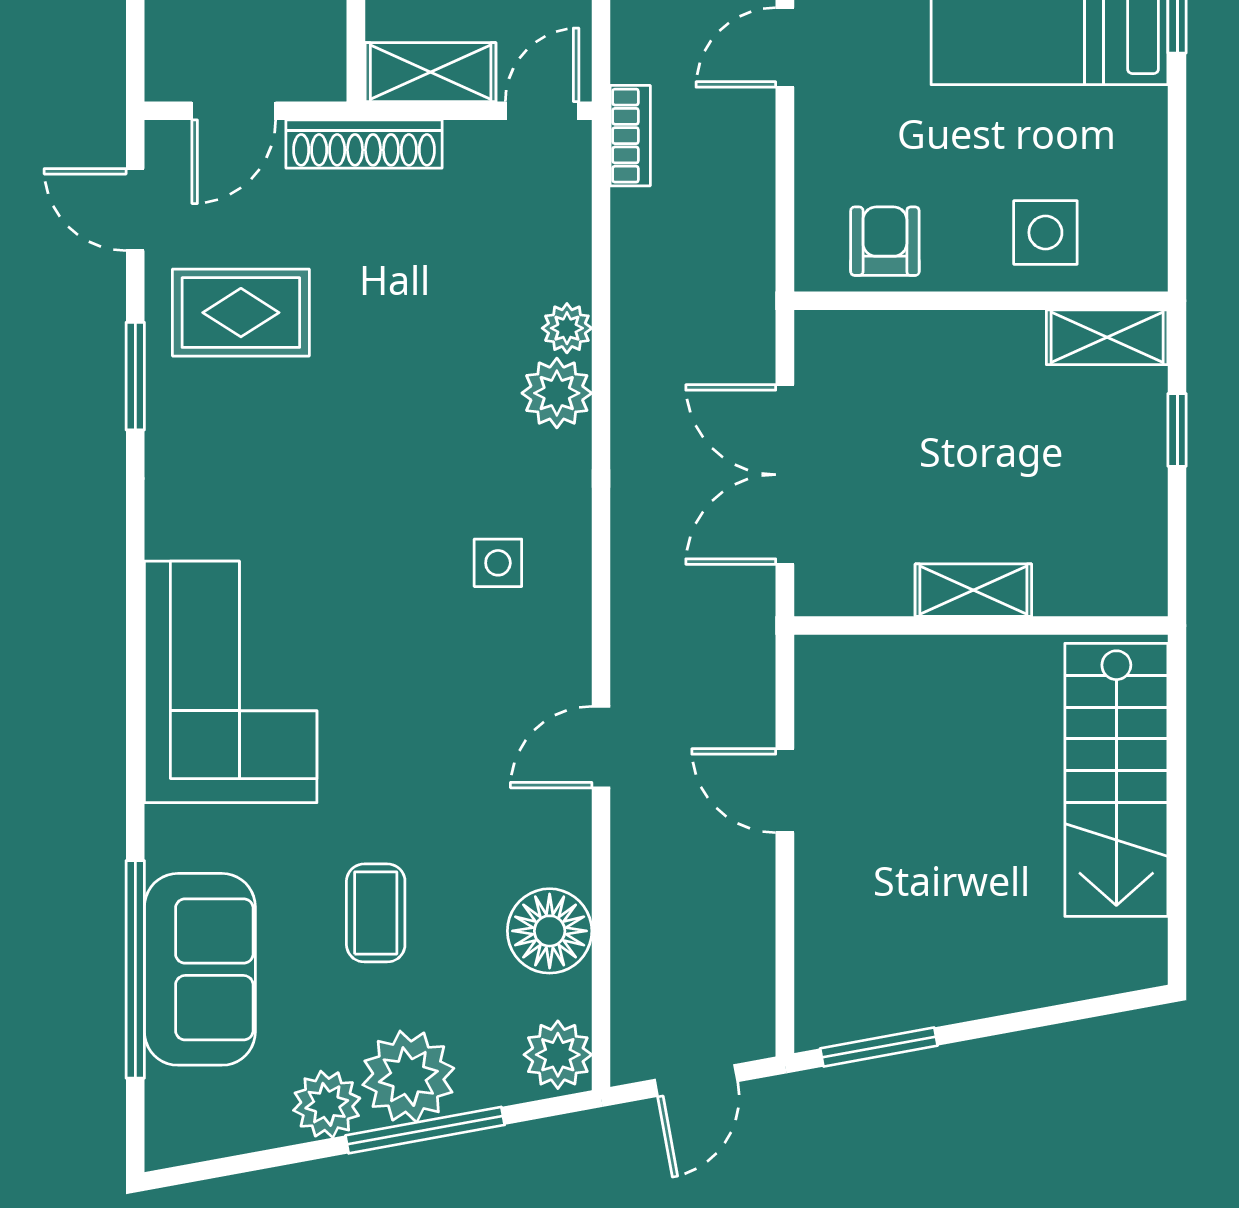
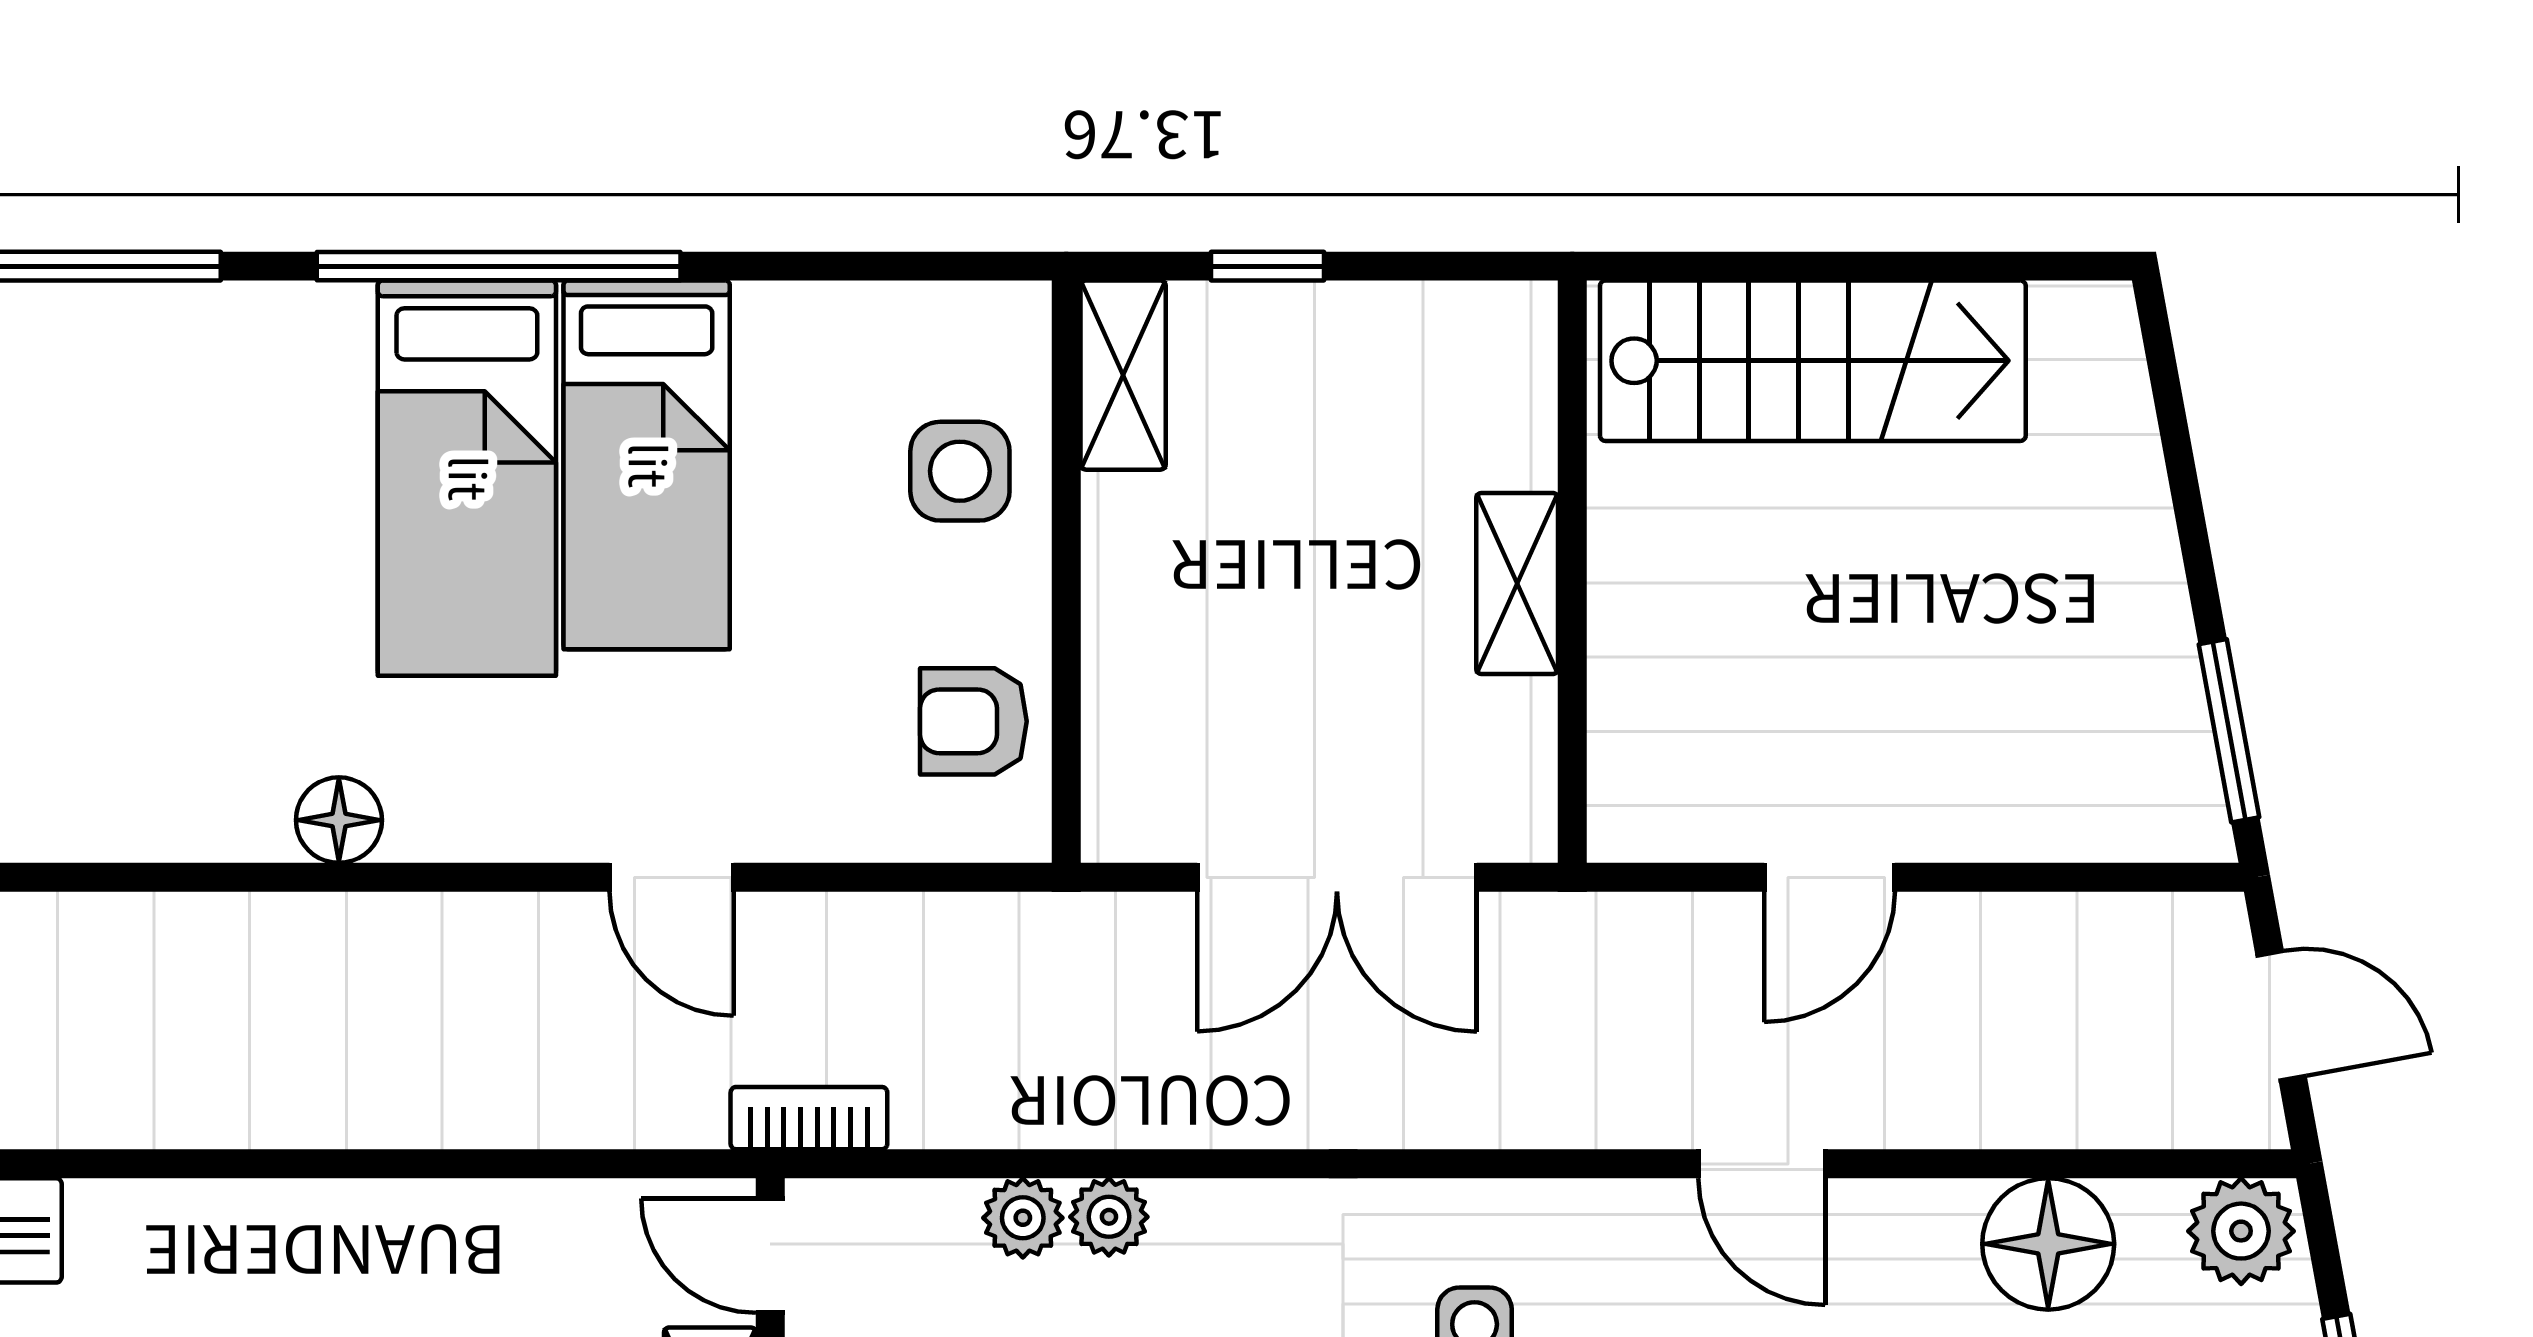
plant: (557, 393) -> (1023, 1218), moved, width x0.73, depth x0.73

